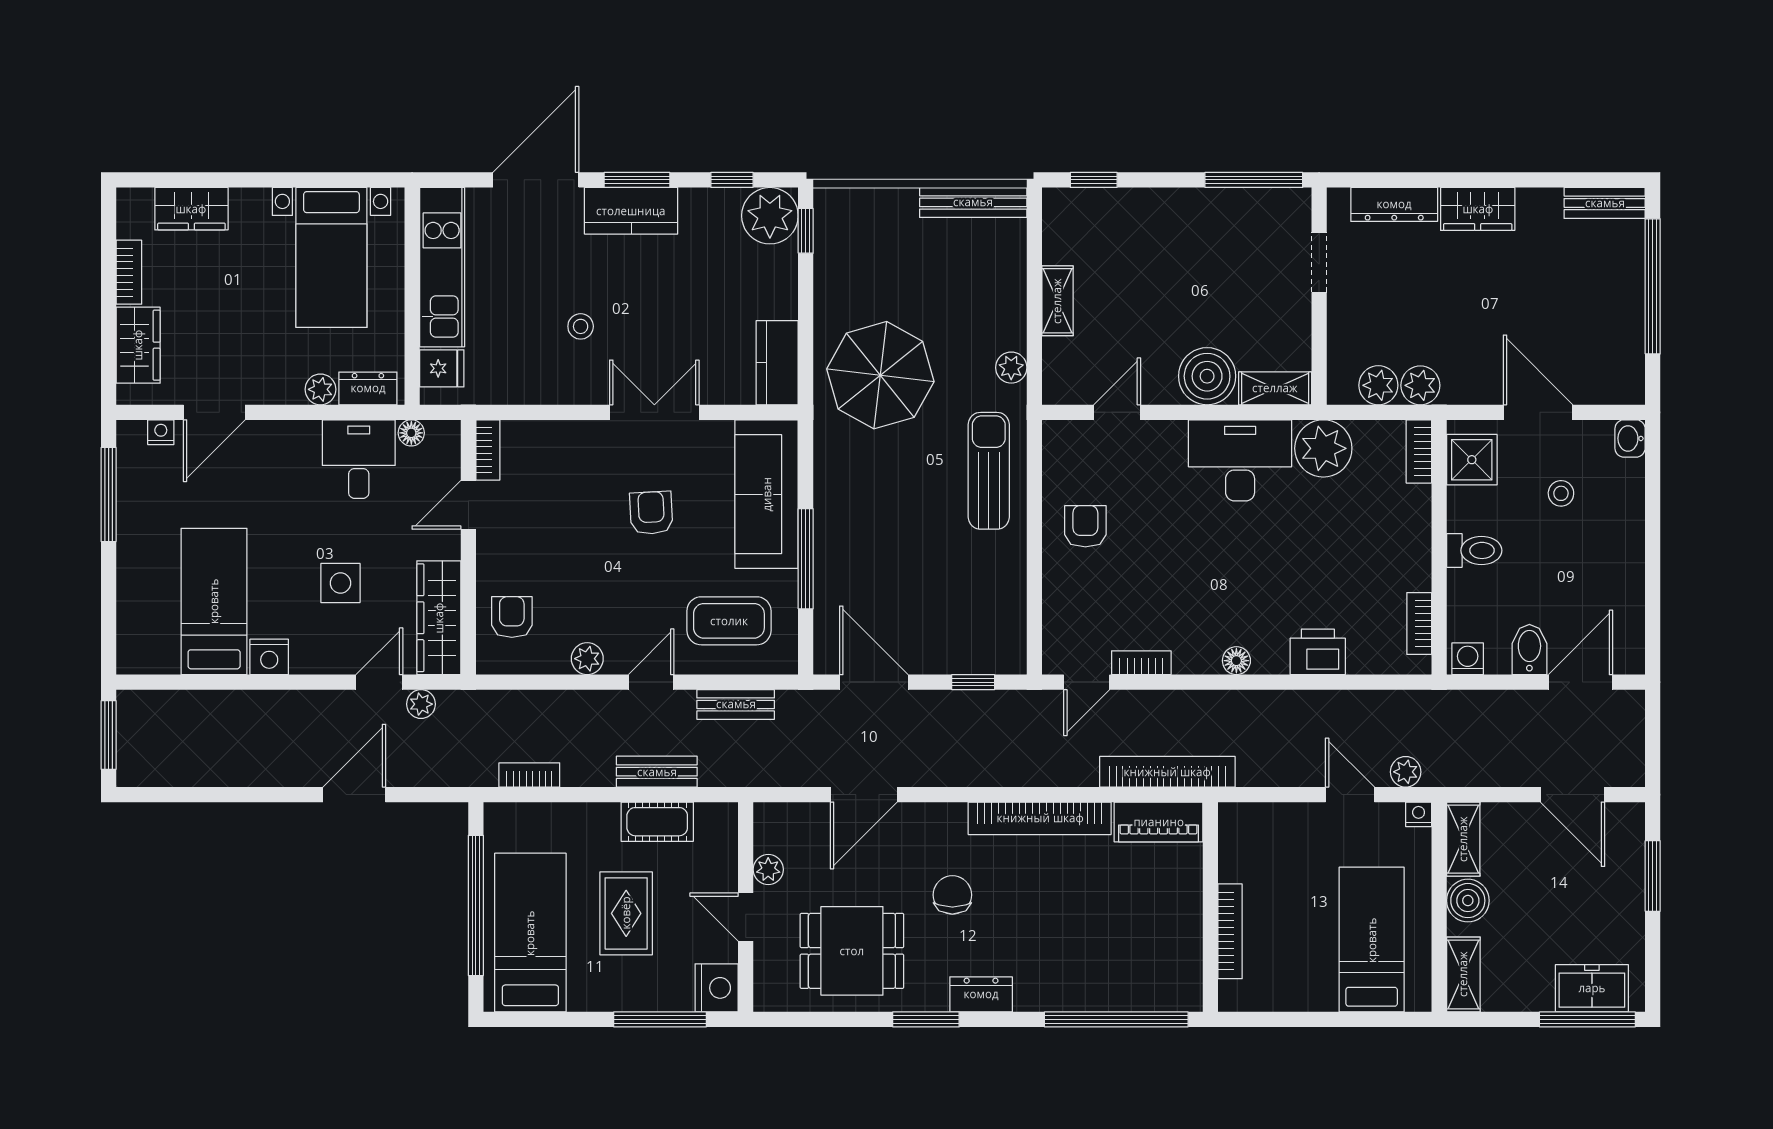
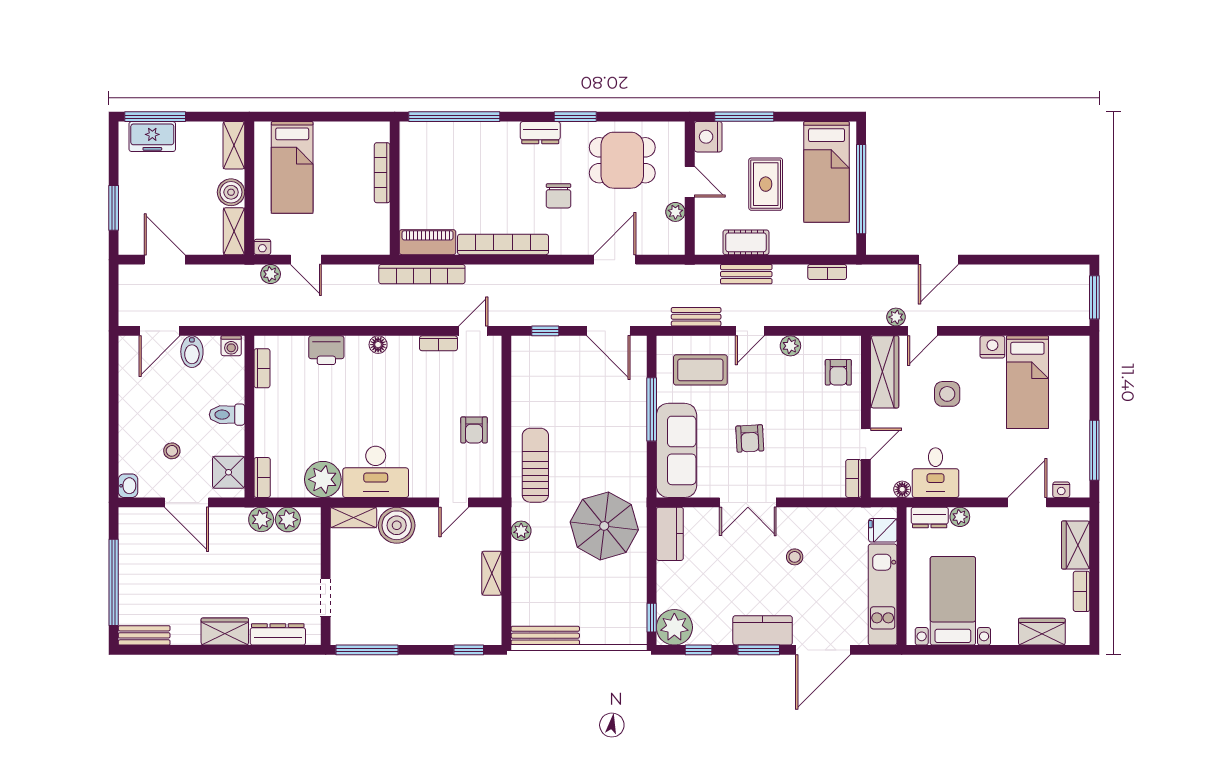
sun lounger: (989, 471) -> (535, 465), turned 180

